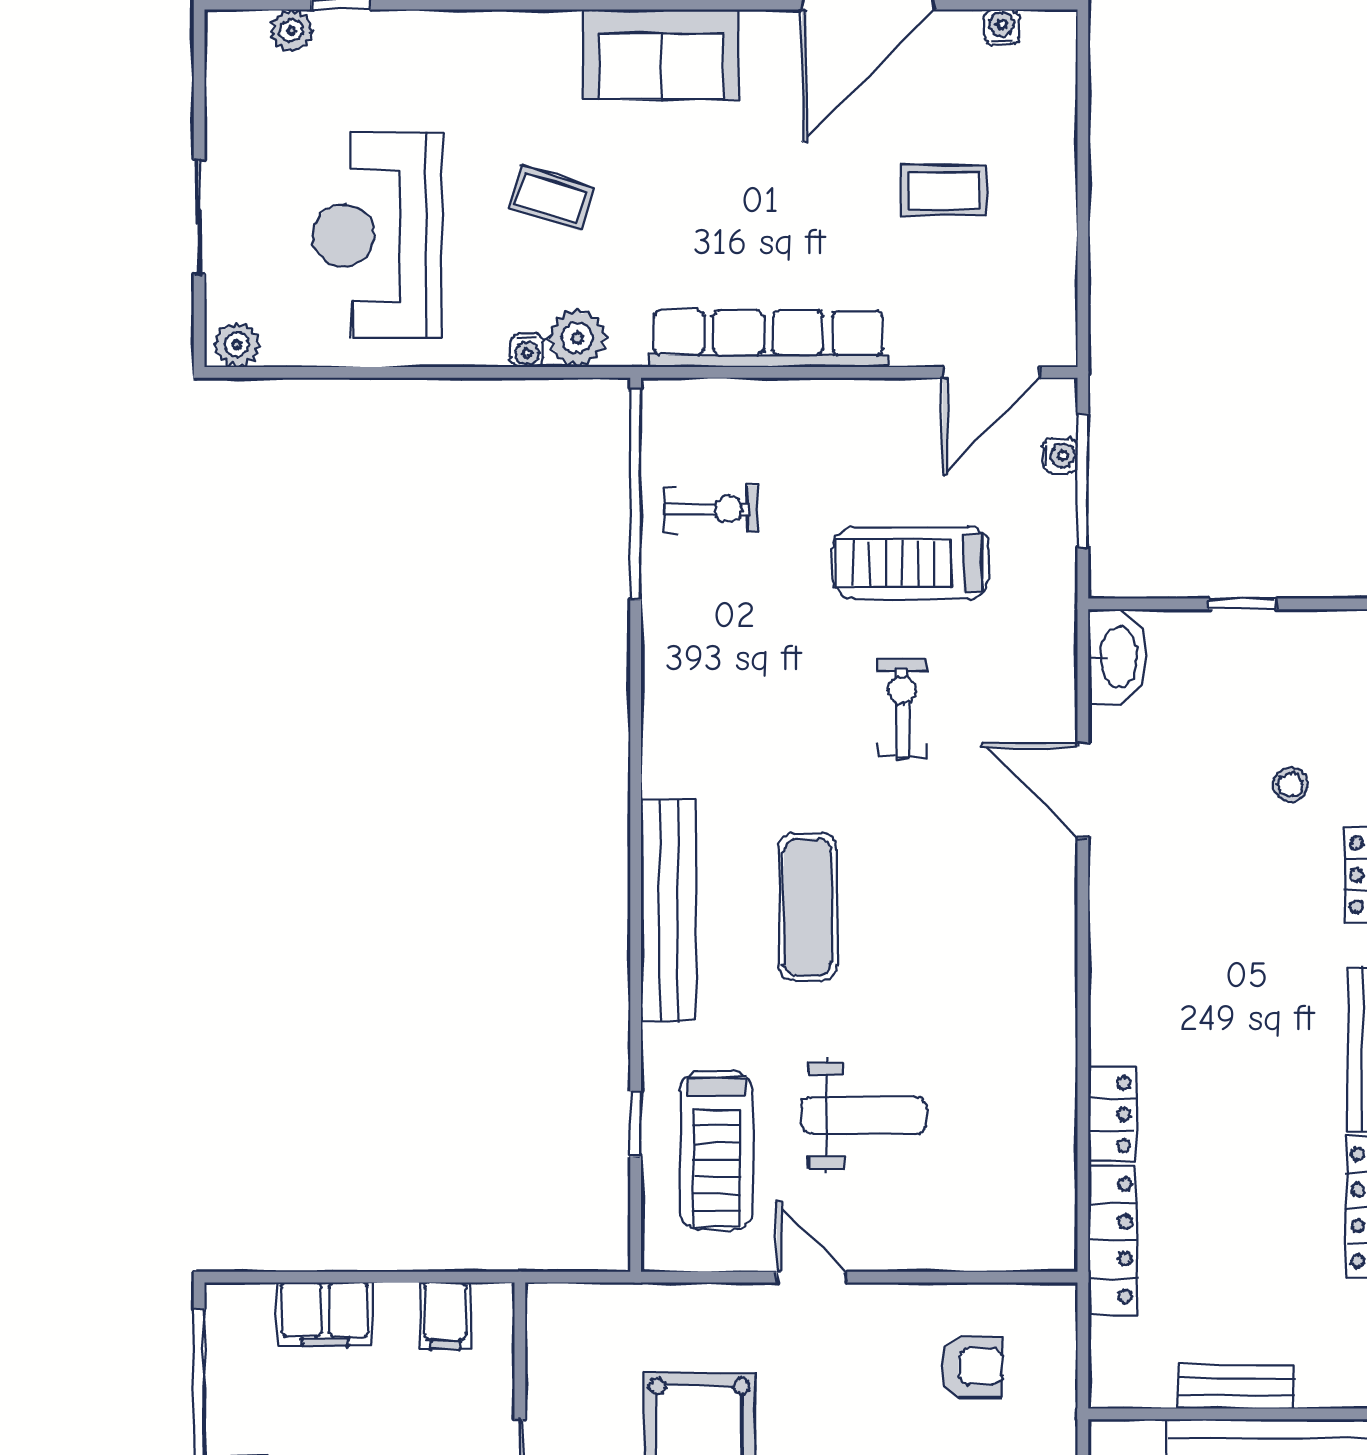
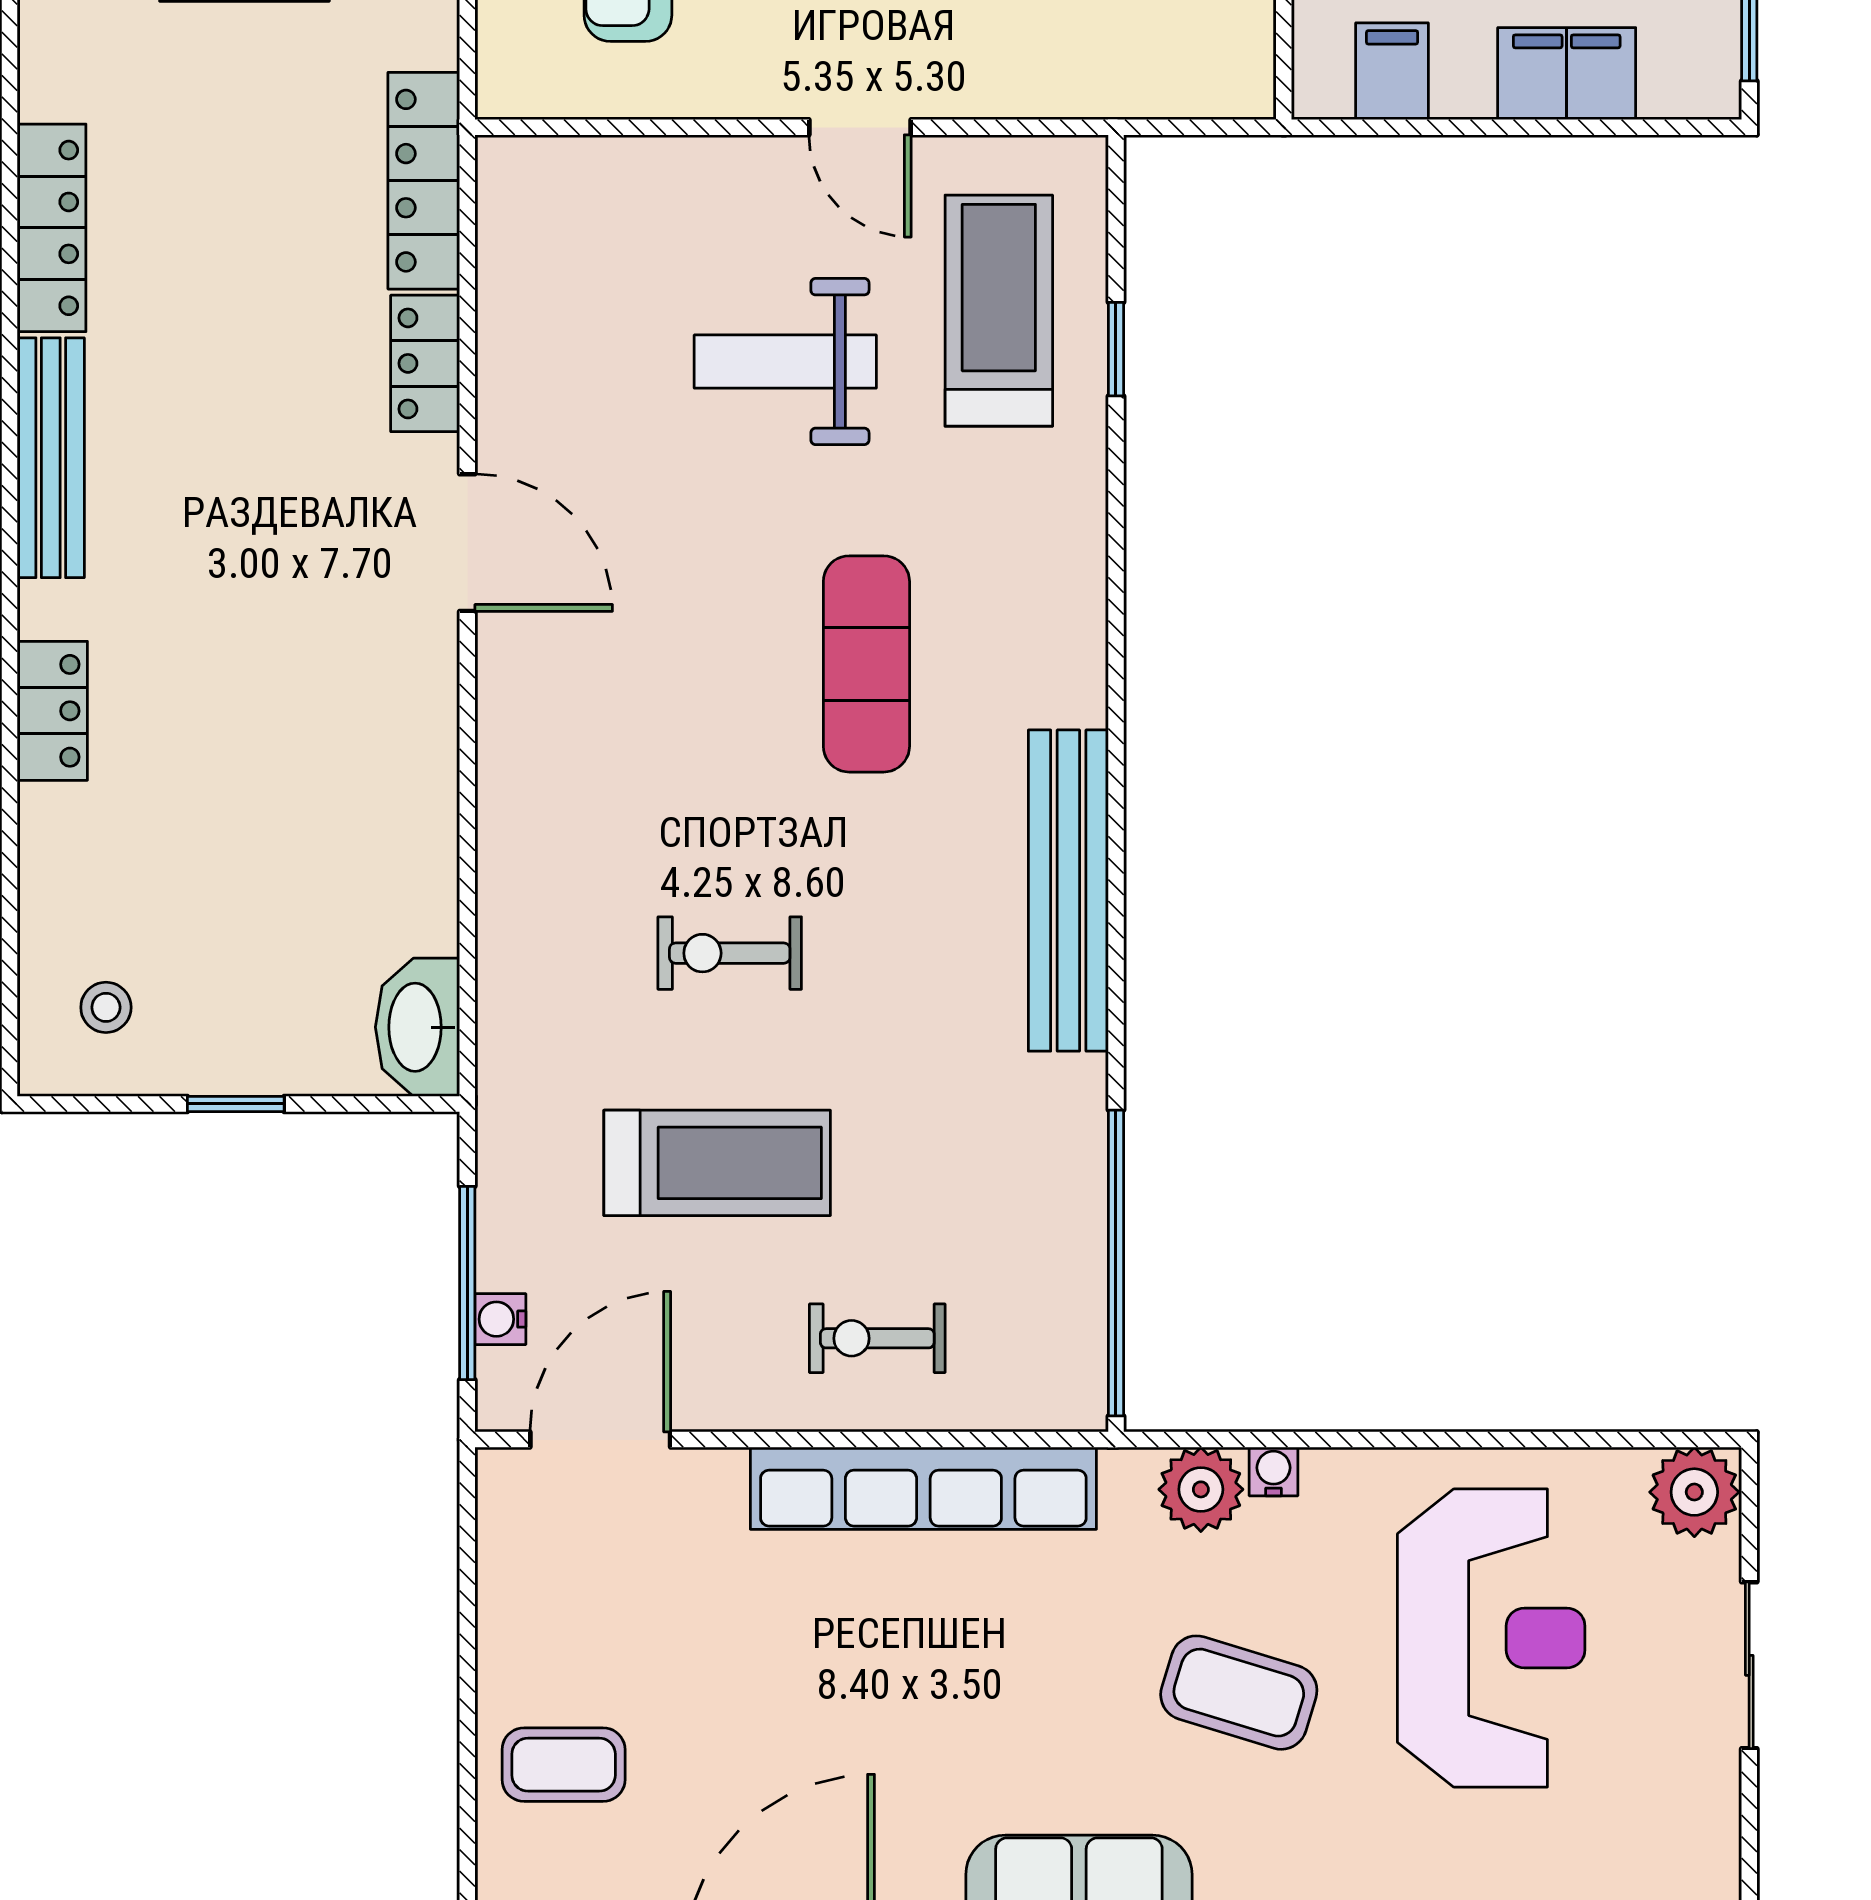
coffee table: (944, 190) -> (564, 1765), moved
coffee table: (551, 198) -> (1239, 1693), width x1.36, depth x1.30
plant: (237, 345) -> (1694, 1492), width x1.38, depth x1.38
exercise bike: (711, 509) -> (877, 1338), moved
exercise bike: (902, 708) -> (730, 953), turned 90
stool: (1290, 785) -> (106, 1007), moved
door: (1083, 790) -> (467, 543), moved
bench: (668, 910) -> (1068, 891), moved

